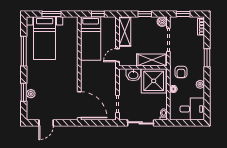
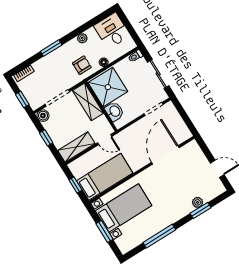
bed with nightstands: (45, 38) -> (124, 208), moved
door: (79, 105) -> (165, 155), moved

